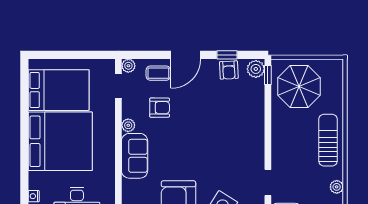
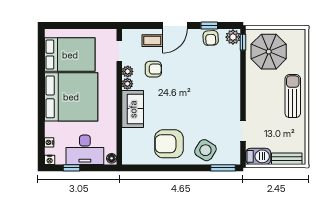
plant: (128, 66) -> (128, 71), moved
plant: (337, 187) -> (300, 135), removed

